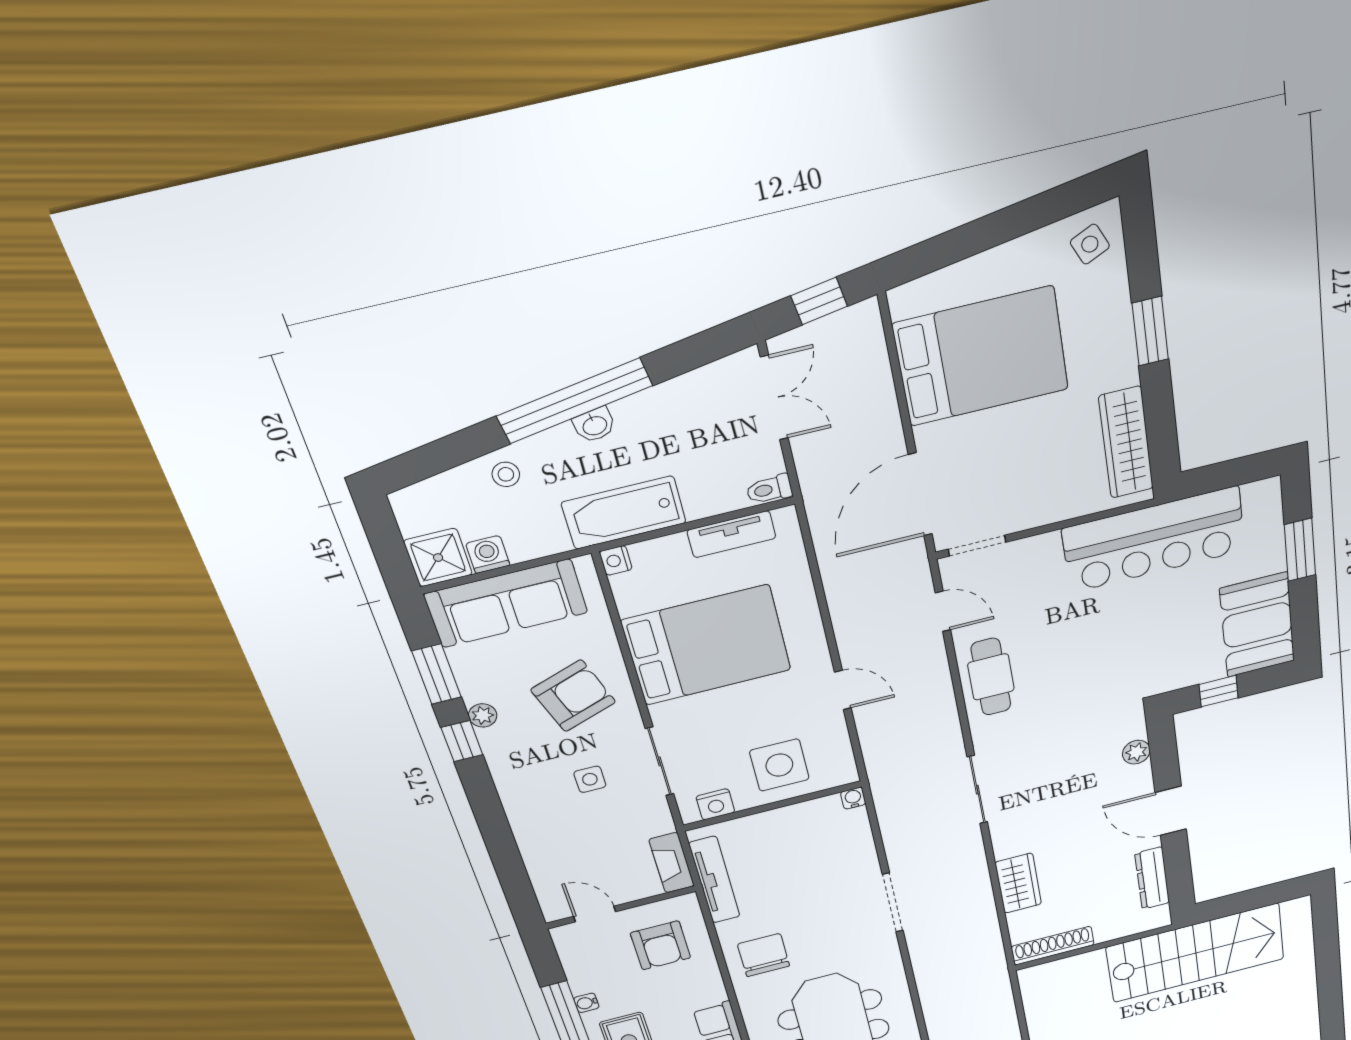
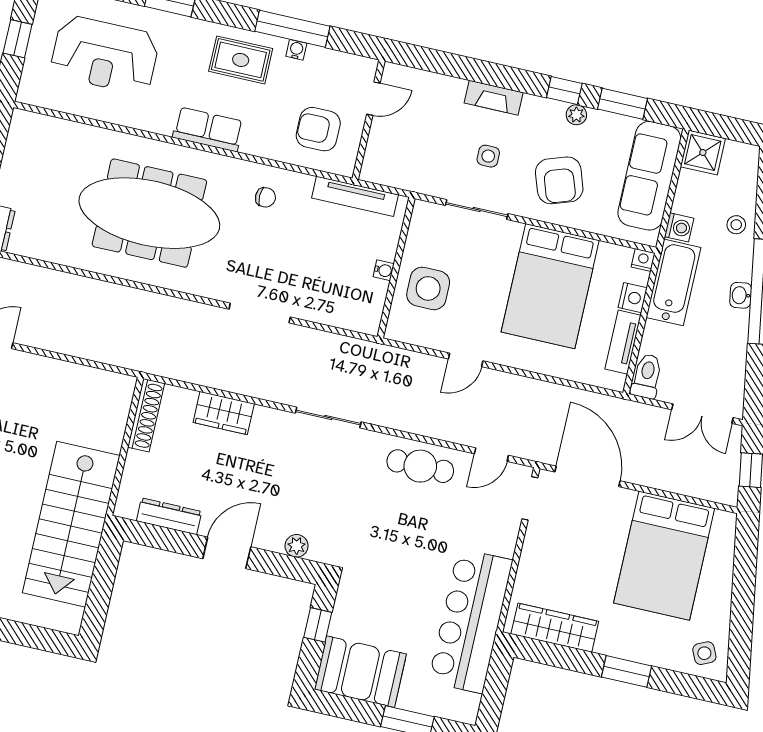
toilet: (769, 489) -> (647, 376), width x1.37, depth x1.39
washing machine: (488, 554) -> (679, 227), moved
water cooler: (853, 798) -> (384, 270), moved
nightstand: (715, 804) -> (633, 298), moved, turned 180
fireplace: (672, 863) -> (494, 98), moved, turned 180
chair: (764, 955) -> (265, 197), width x0.54, depth x0.54

